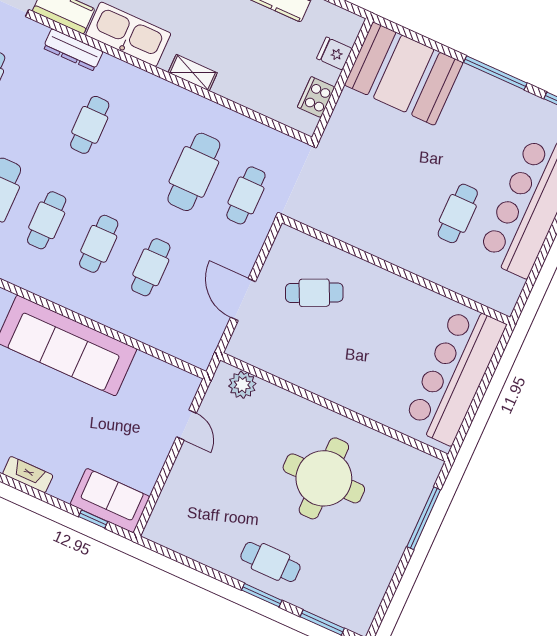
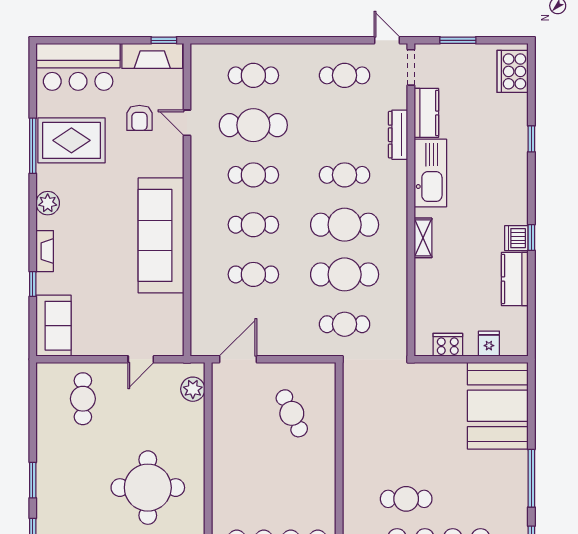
cafe table: (142, 148) -> (345, 225), added
door: (243, 300) -> (238, 359), moved
window: (93, 519) -> (33, 284), moved
cafe table: (270, 562) -> (83, 399), moved

